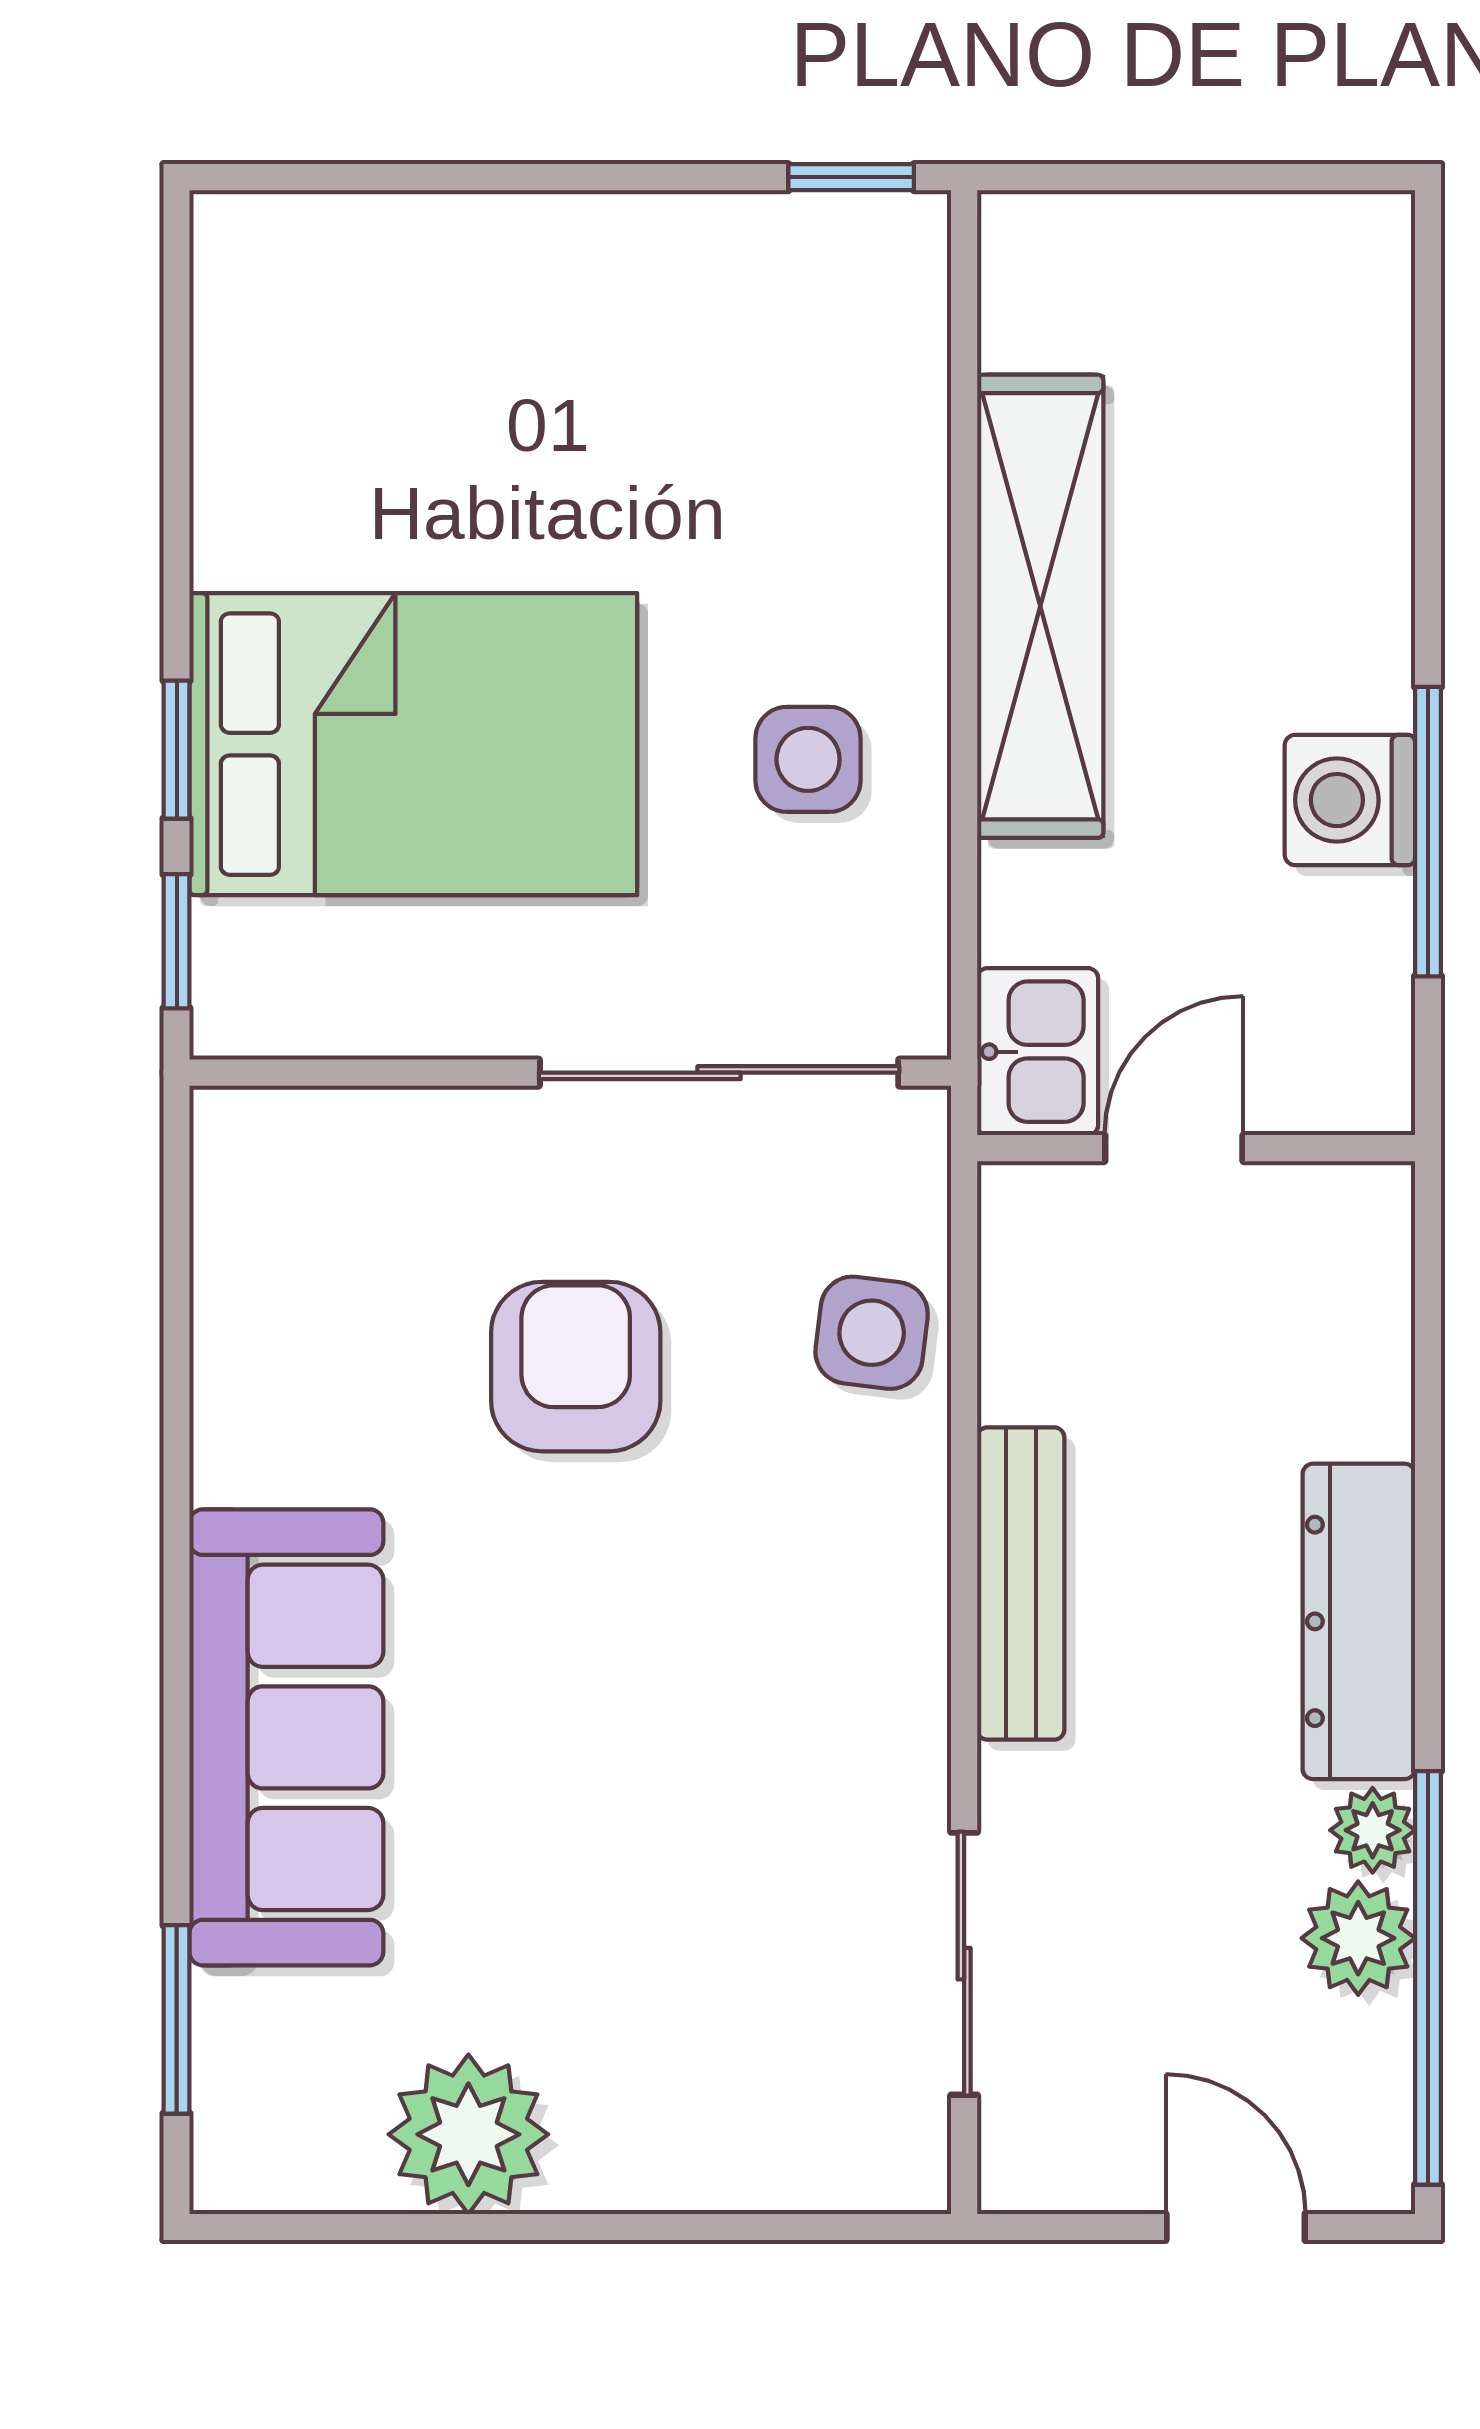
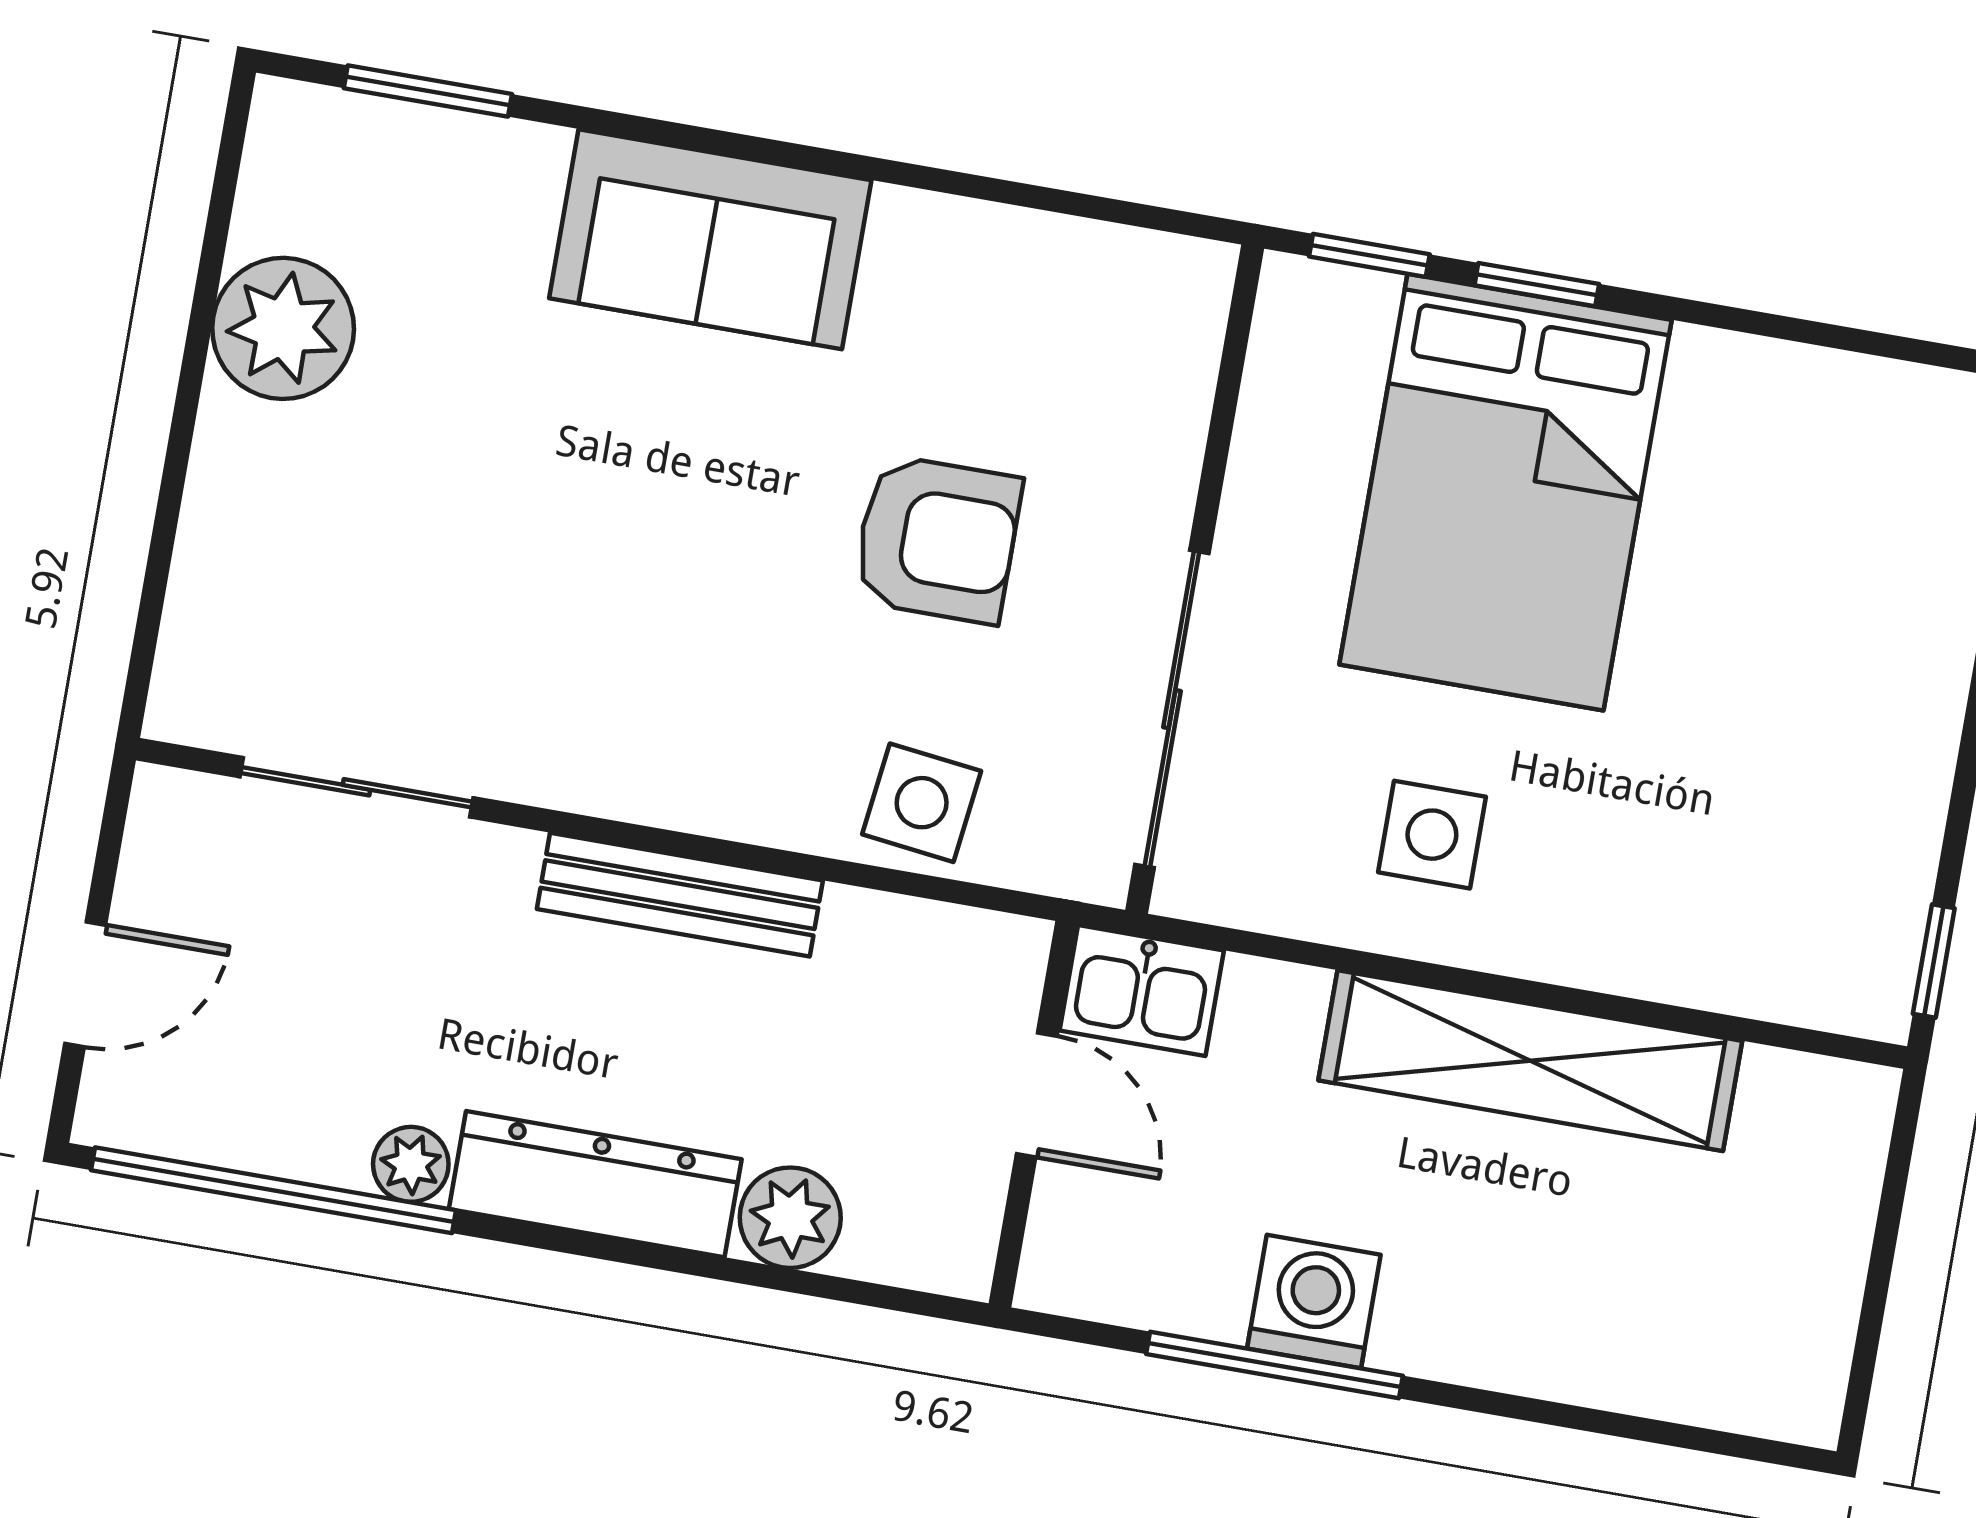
sofa: (286, 1737) -> (710, 239), width x0.73
plant: (1358, 1938) -> (790, 1218), moved

